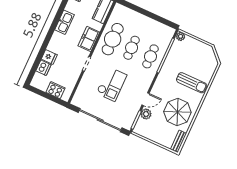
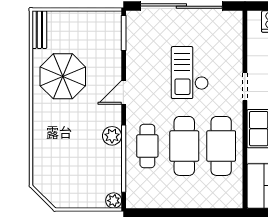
cafe table: (132, 48) -> (184, 146), width x1.37, depth x1.35
sun lounger: (192, 83) -> (61, 134), removed
door: (146, 99) -> (124, 92), moved
plant: (146, 114) -> (112, 136), moved

